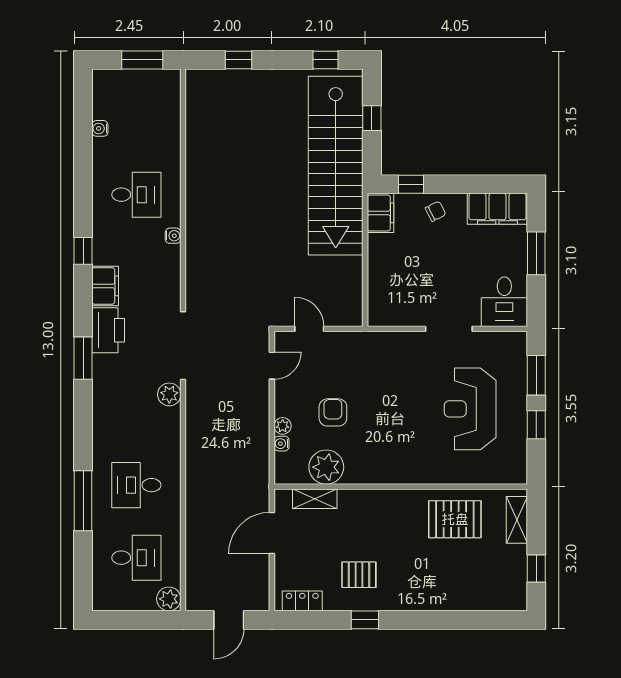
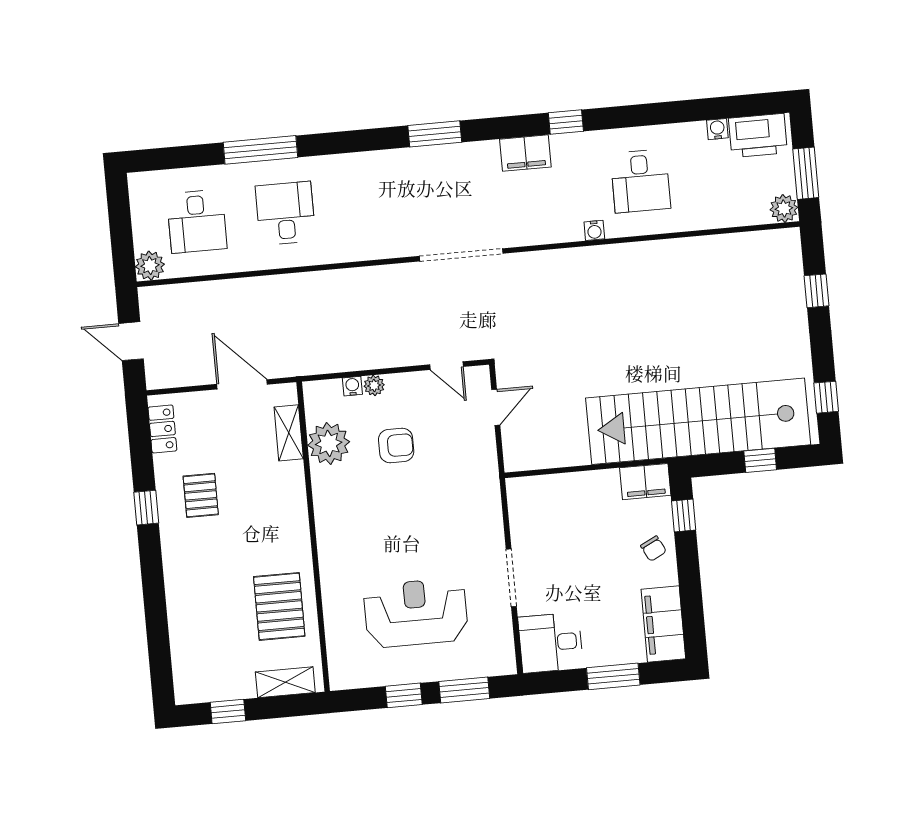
printer: (108, 330) -> (758, 136), moved
plant: (169, 394) -> (784, 208), moved

